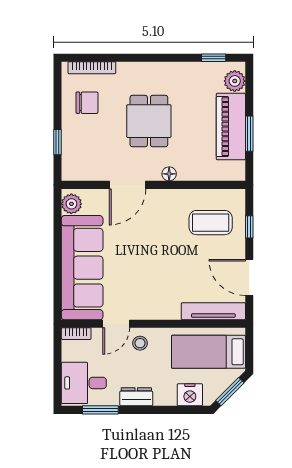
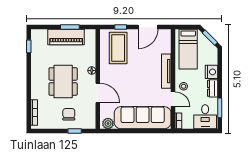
plant: (235, 81) -> (41, 35), removed
chair: (87, 103) -> (69, 114), moved
dining table: (149, 121) -> (63, 81), width x1.38
coffee table: (211, 223) -> (118, 48), width x1.36, depth x1.32
tv unit: (213, 311) -> (166, 71), moved
nightstand: (190, 395) -> (212, 72), moved

